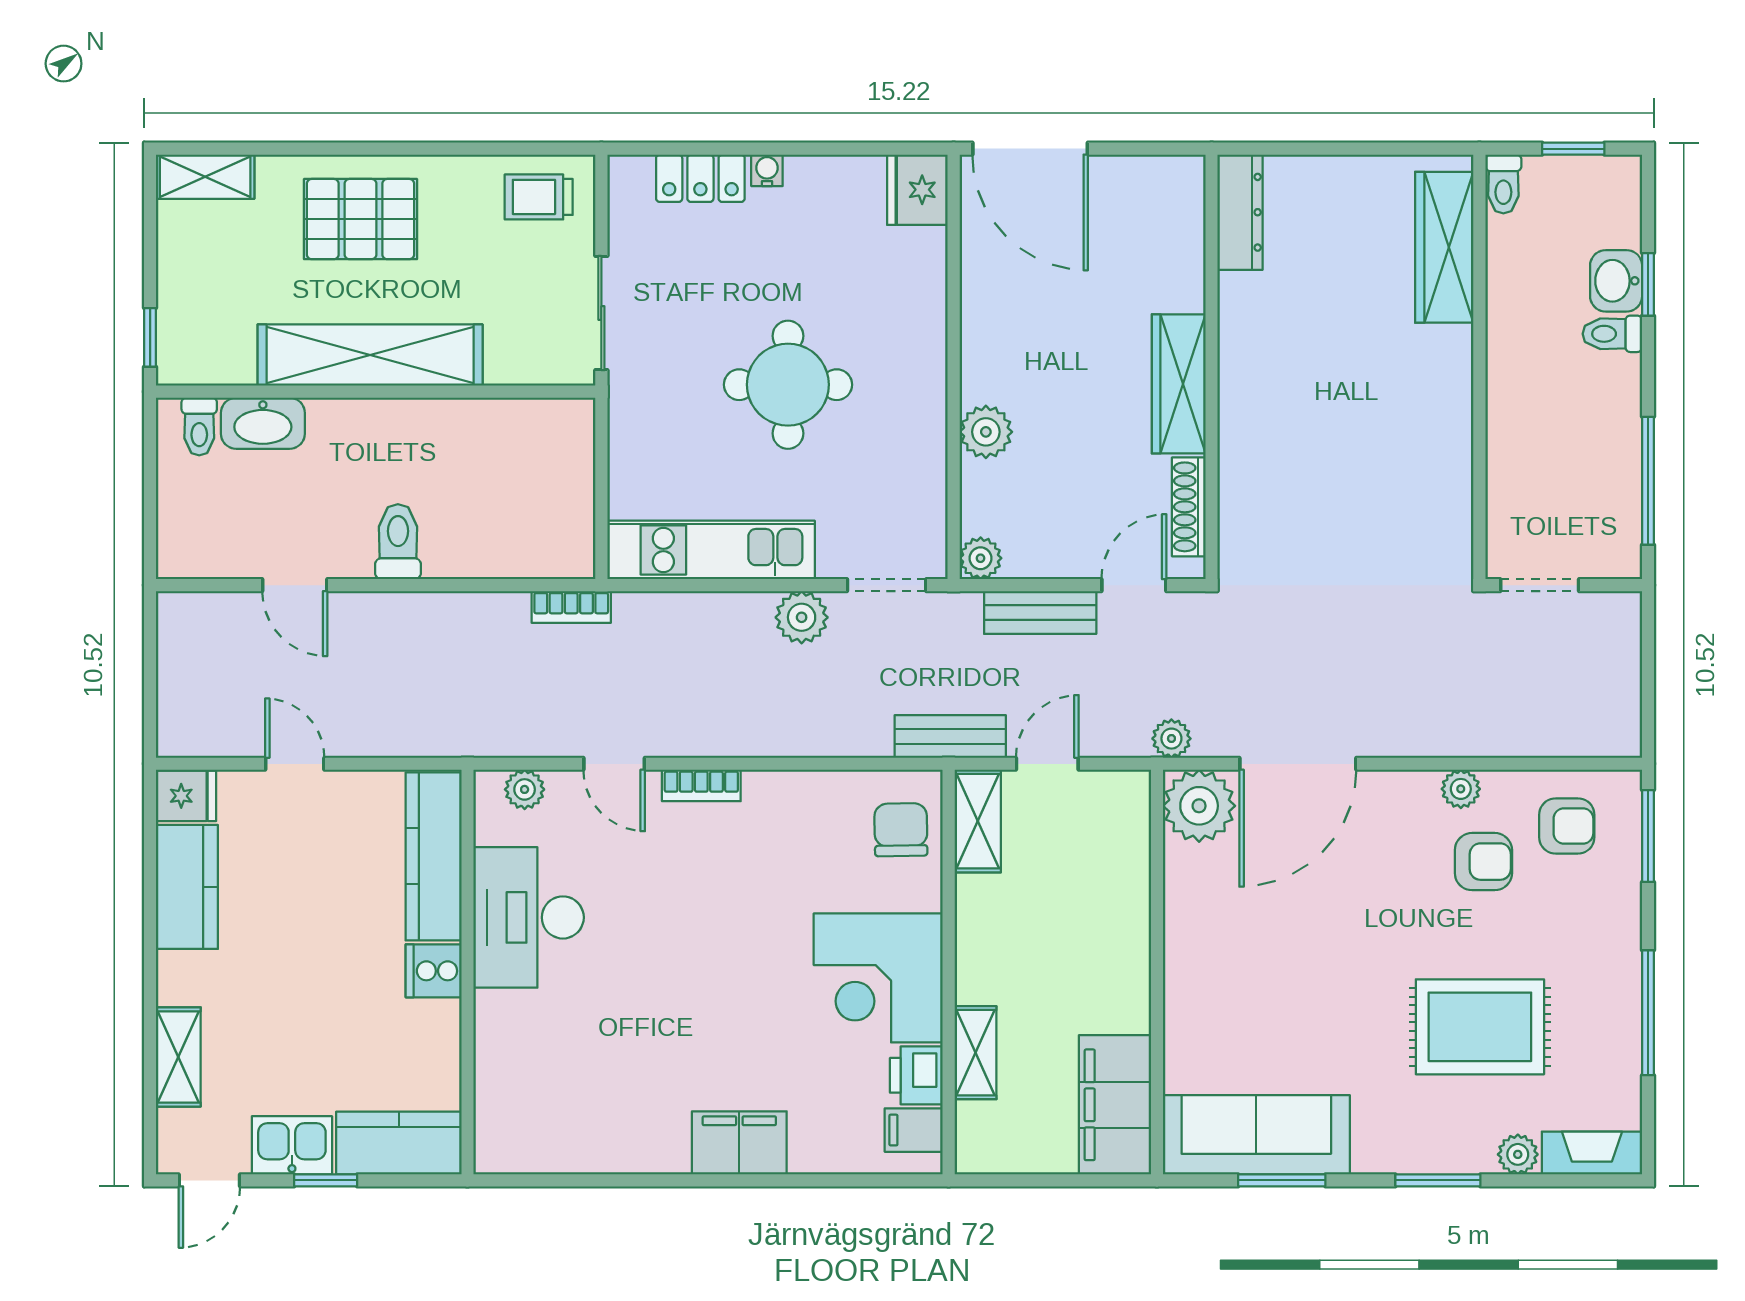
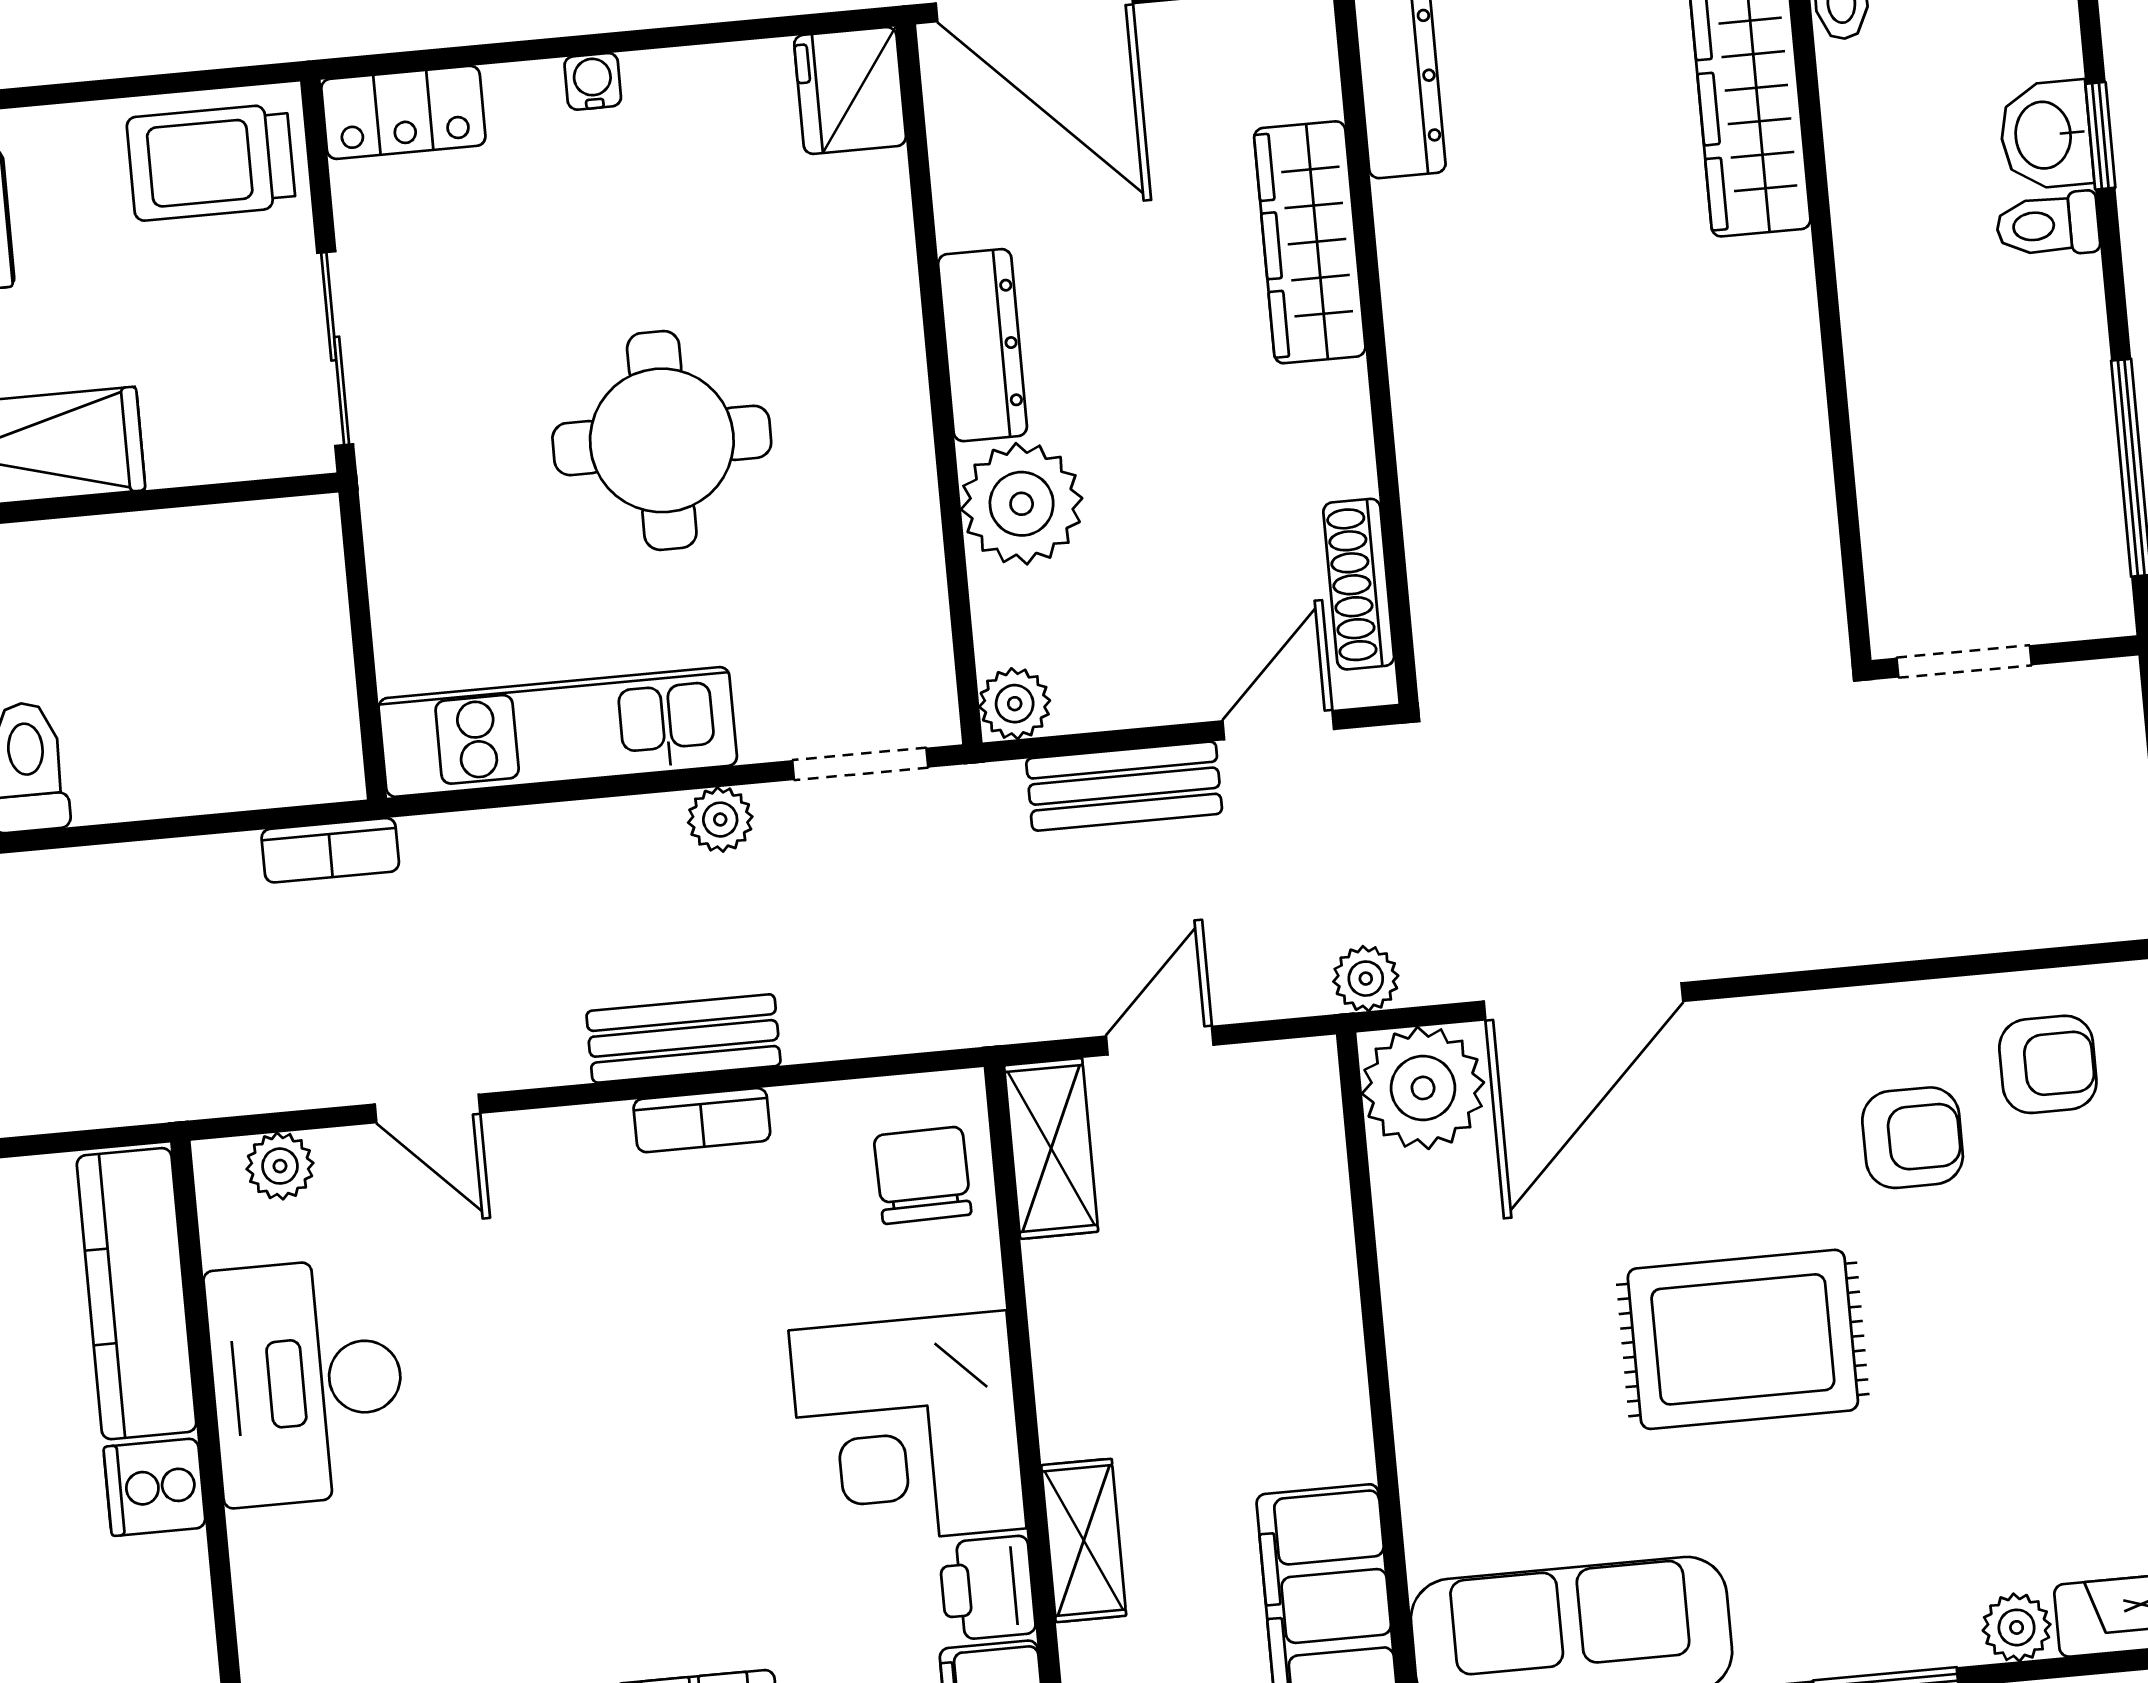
locker: (700, 178) -> (403, 112), moved
trolley: (539, 197) -> (211, 162), width x1.36, depth x1.39
dresser: (981, 346) -> (983, 345), added
wardrobe: (1179, 384) -> (1310, 242), moved
plant: (986, 432) -> (1022, 504), width x1.36, depth x1.36
plant: (802, 617) -> (720, 820), width x0.73, depth x0.73
bench: (950, 736) -> (683, 1038), moved
bookcase: (701, 785) -> (702, 1120), moved
plant: (1461, 789) -> (1863, 1018), removed
rug: (1480, 1027) -> (1743, 1339), moved

